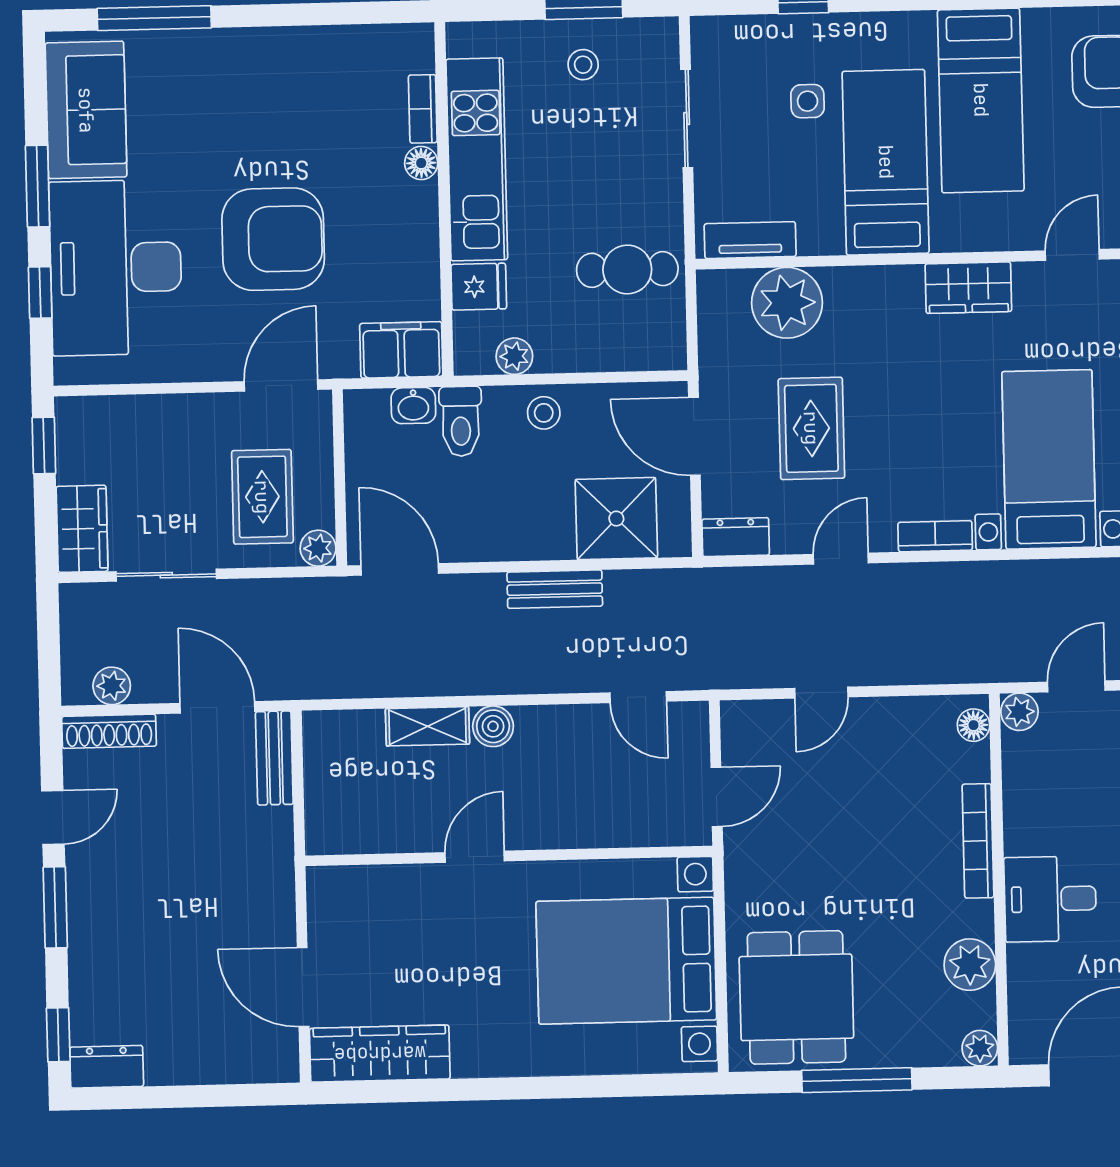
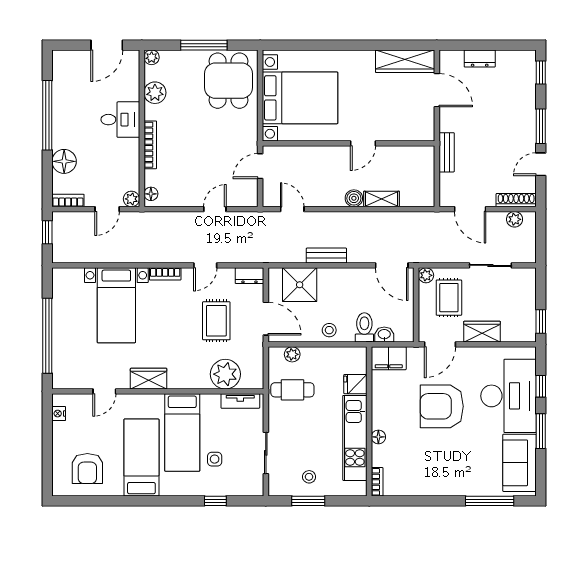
bookcase: (423, 109) -> (377, 482), moved
plant: (514, 356) -> (292, 354), moved
wardrobe: (82, 529) -> (482, 332), moved, turned 90
bench: (274, 758) -> (447, 152), moved
dresser: (107, 1067) -> (480, 58), moved

